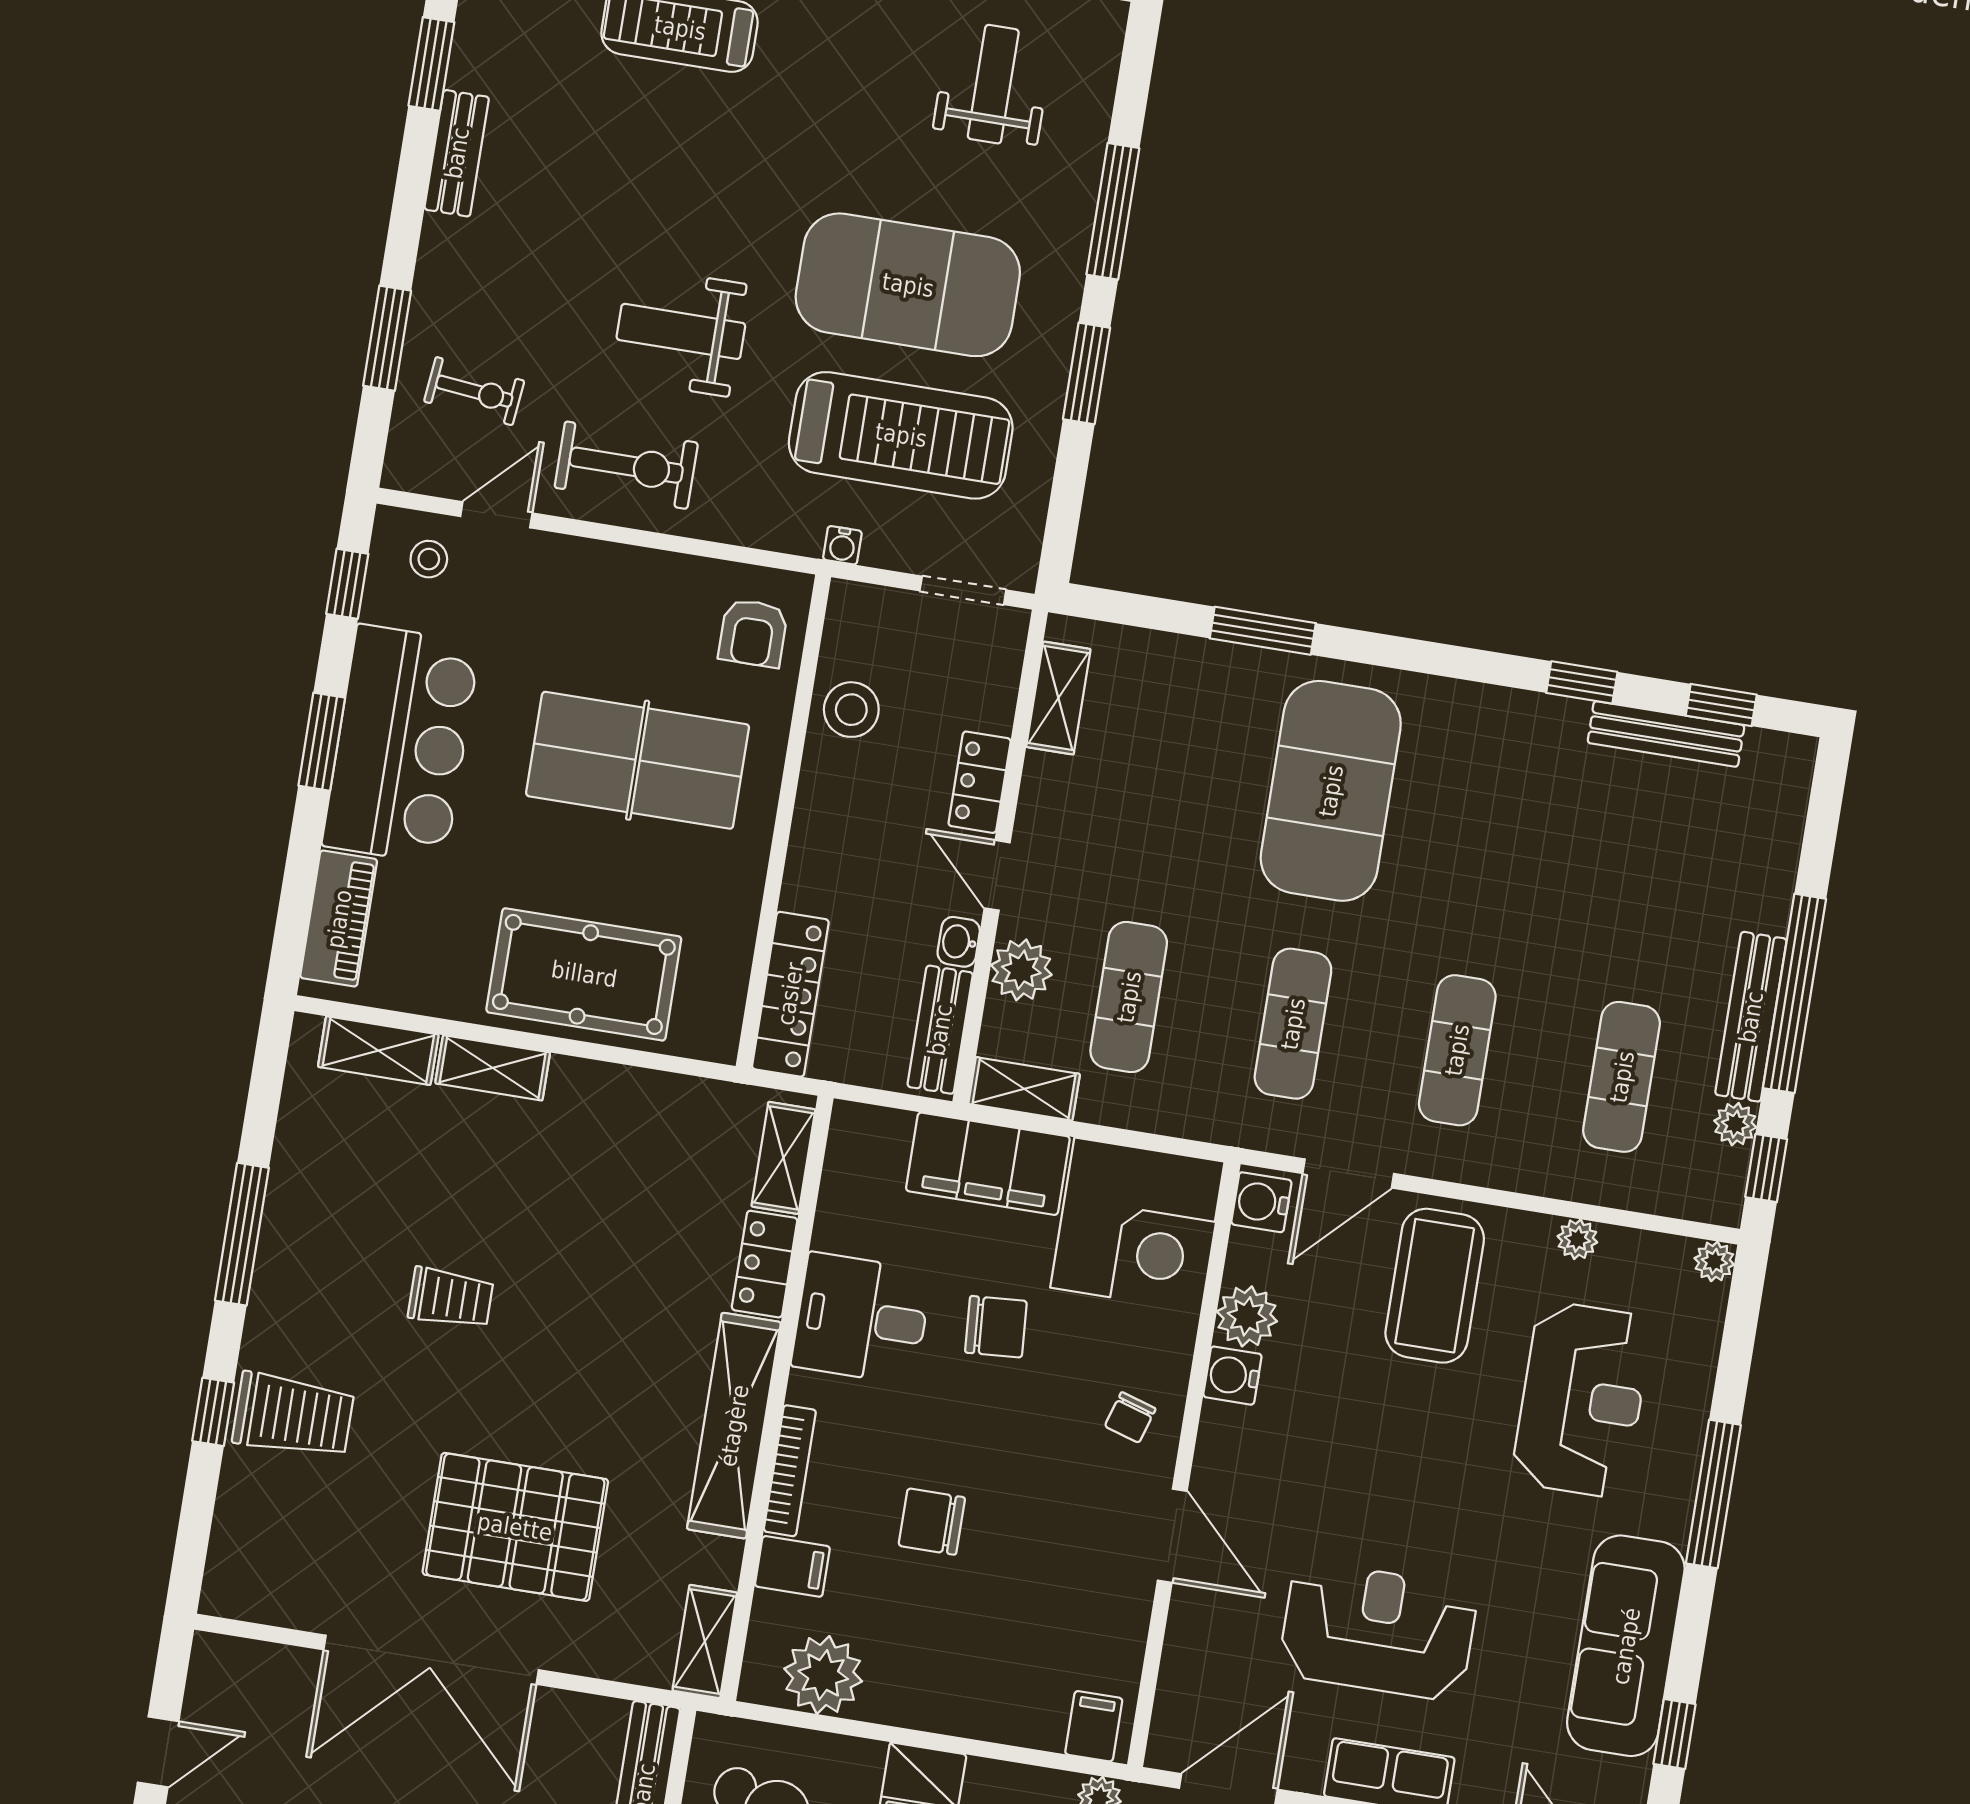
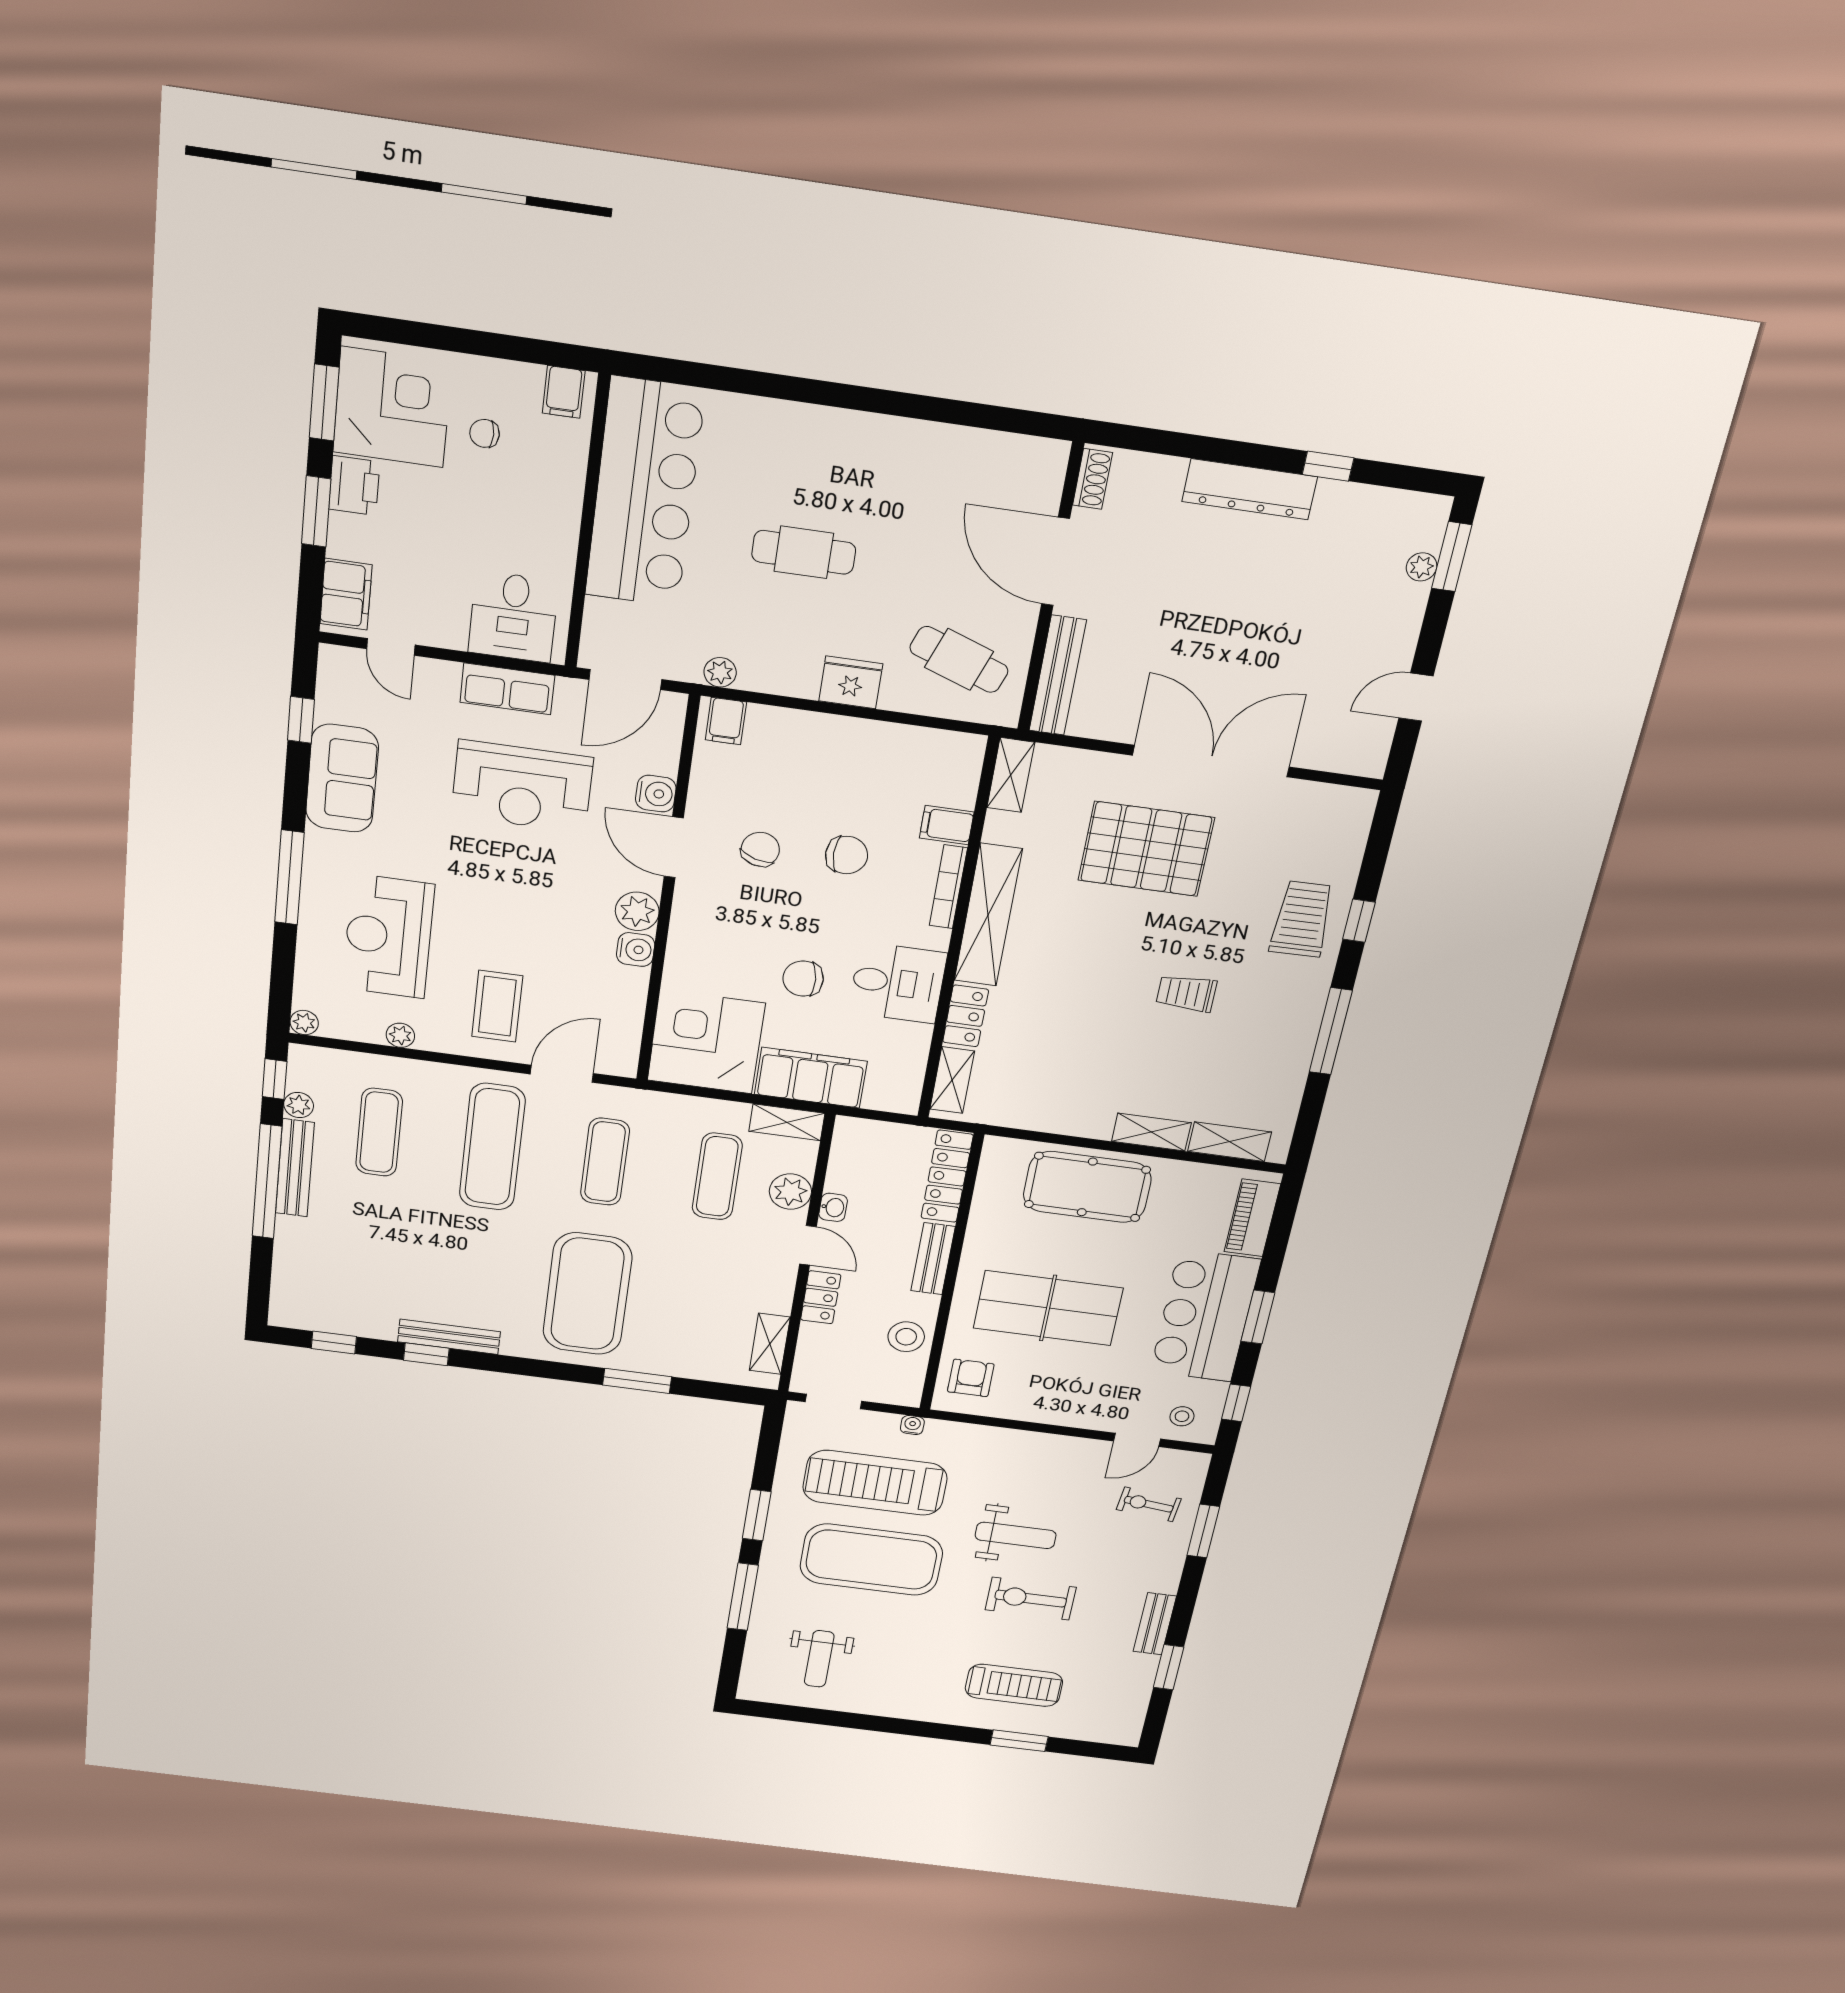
exercise bike: (626, 465) -> (1031, 1599), moved
bench: (1666, 734) -> (449, 1337), moved
bench: (940, 1030) -> (933, 1259), moved
exercise mat: (1457, 1050) -> (492, 1147), width x1.36, depth x1.45
water cooler: (1261, 1202) -> (656, 794), moved
coffee table: (1435, 1286) -> (497, 1006), width x0.73, depth x0.76
plant: (1247, 1316) -> (637, 911), moved
trolley: (293, 1415) -> (1302, 919), turned 89
chair: (1130, 1417) -> (760, 849), moved, width x1.37, depth x1.37
sofa: (1626, 1646) -> (342, 778), width x0.73
plant: (823, 1675) -> (924, 754), removed

